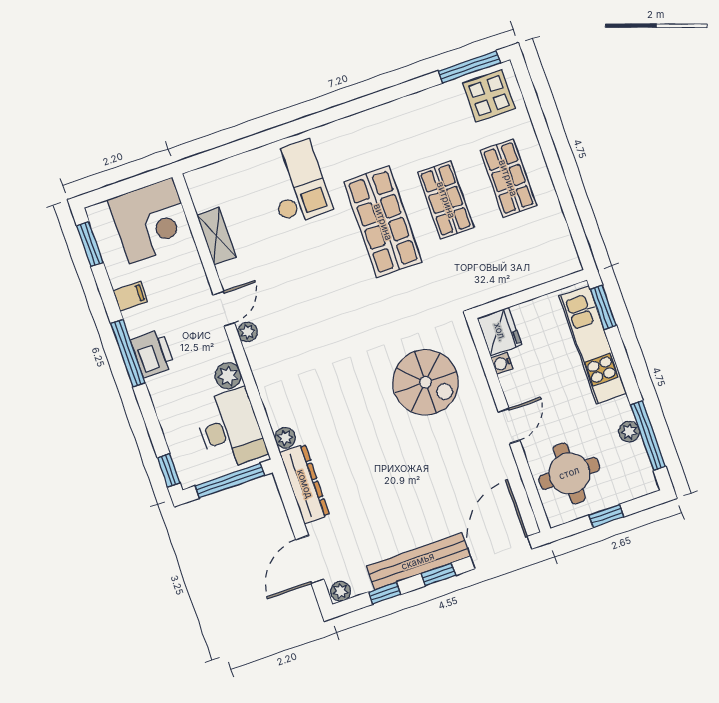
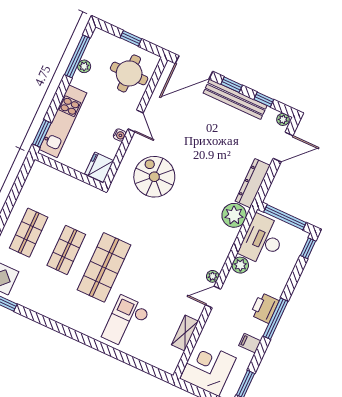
water cooler: (502, 363) -> (120, 135), moved
door: (509, 426) -> (136, 121), swing flipped
plant: (285, 438) -> (234, 215), width x1.87, depth x1.87

